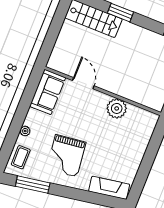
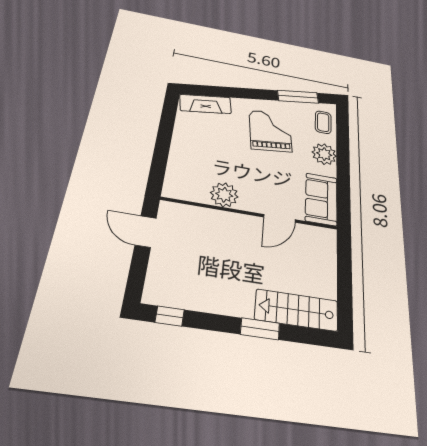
door: (83, 83) -> (280, 218), hinge flipped
plant: (25, 131) -> (324, 154), width x1.88, depth x1.88

